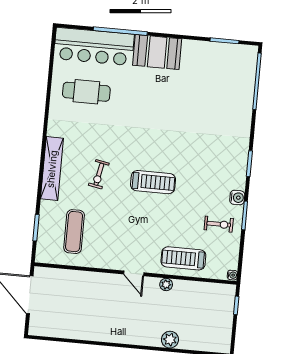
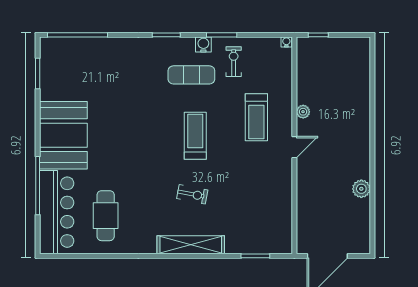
booth: (157, 52) -> (63, 135), width x1.36, depth x1.42
exercise mat: (74, 232) -> (191, 75), moved
treadmill: (183, 258) -> (256, 117), moved
plant: (170, 340) -> (361, 189), moved

